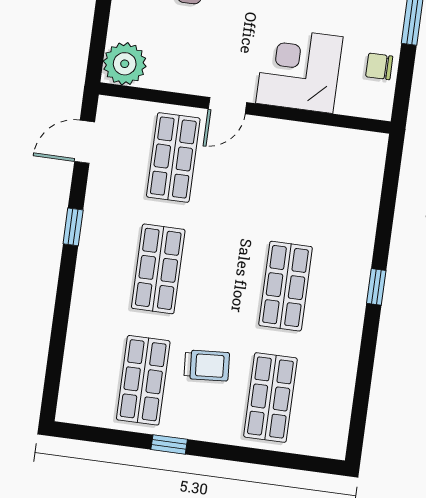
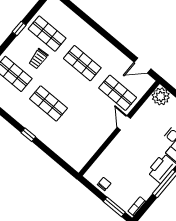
corner desk: (299, 70) -> (120, 156), removed
door: (85, 142) -> (143, 66), swing flipped
window: (73, 227) -> (116, 43), removed

